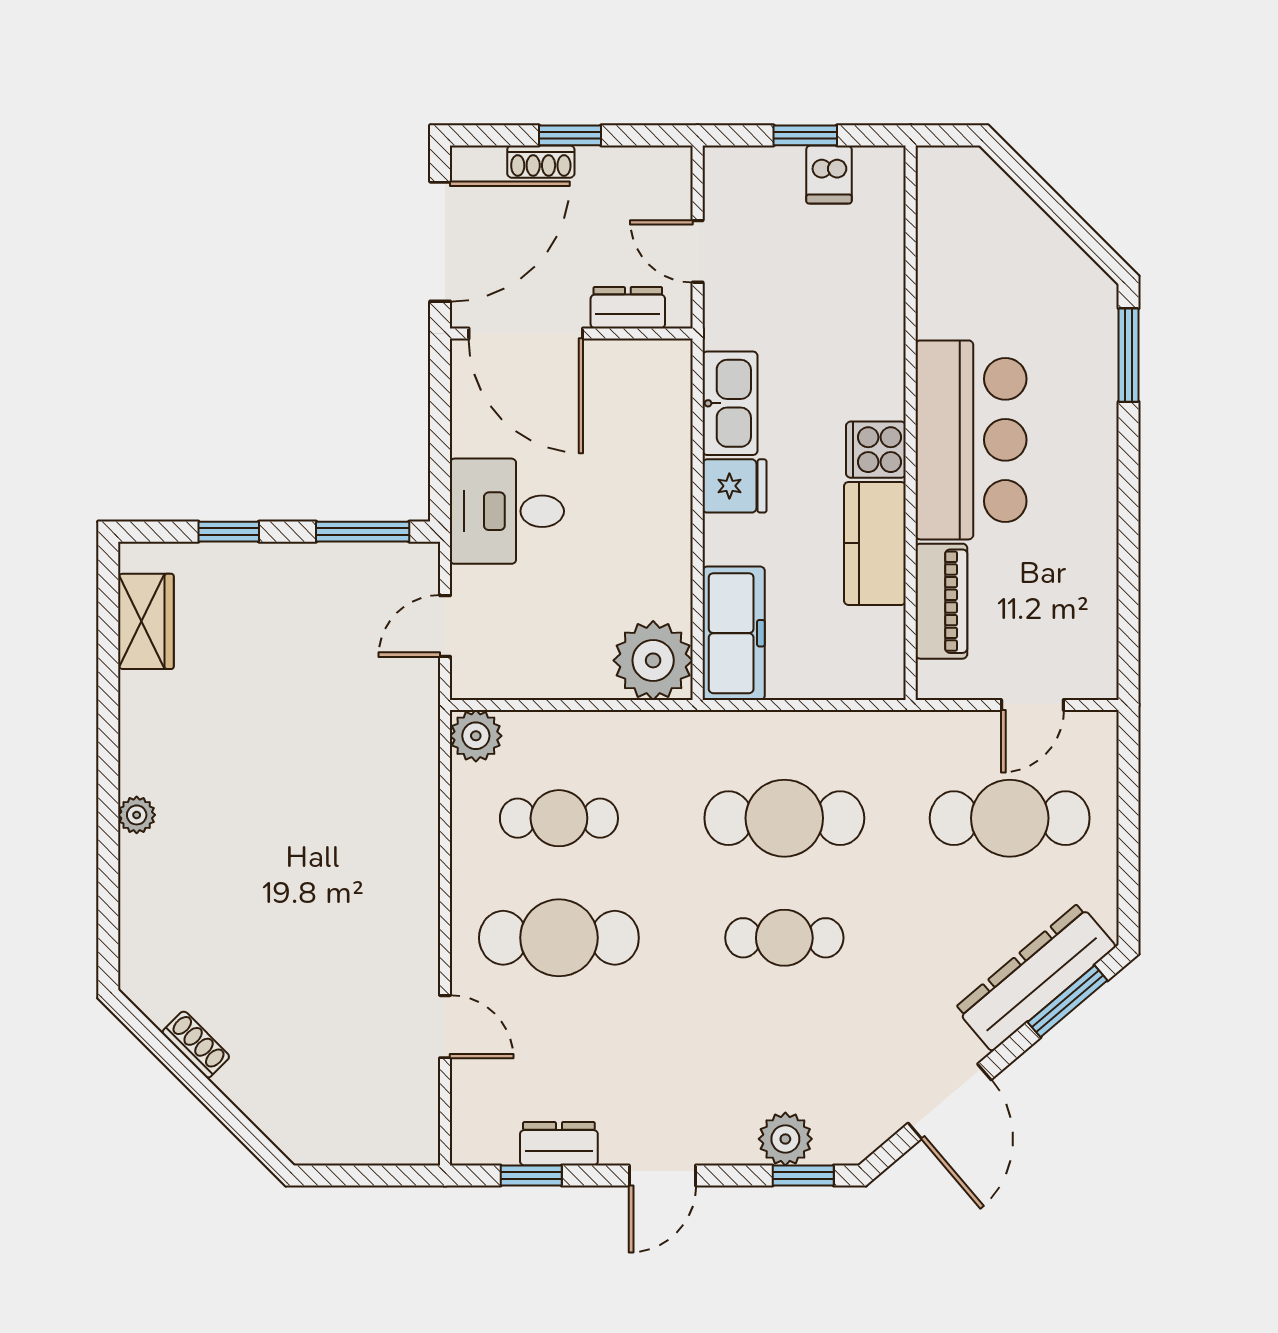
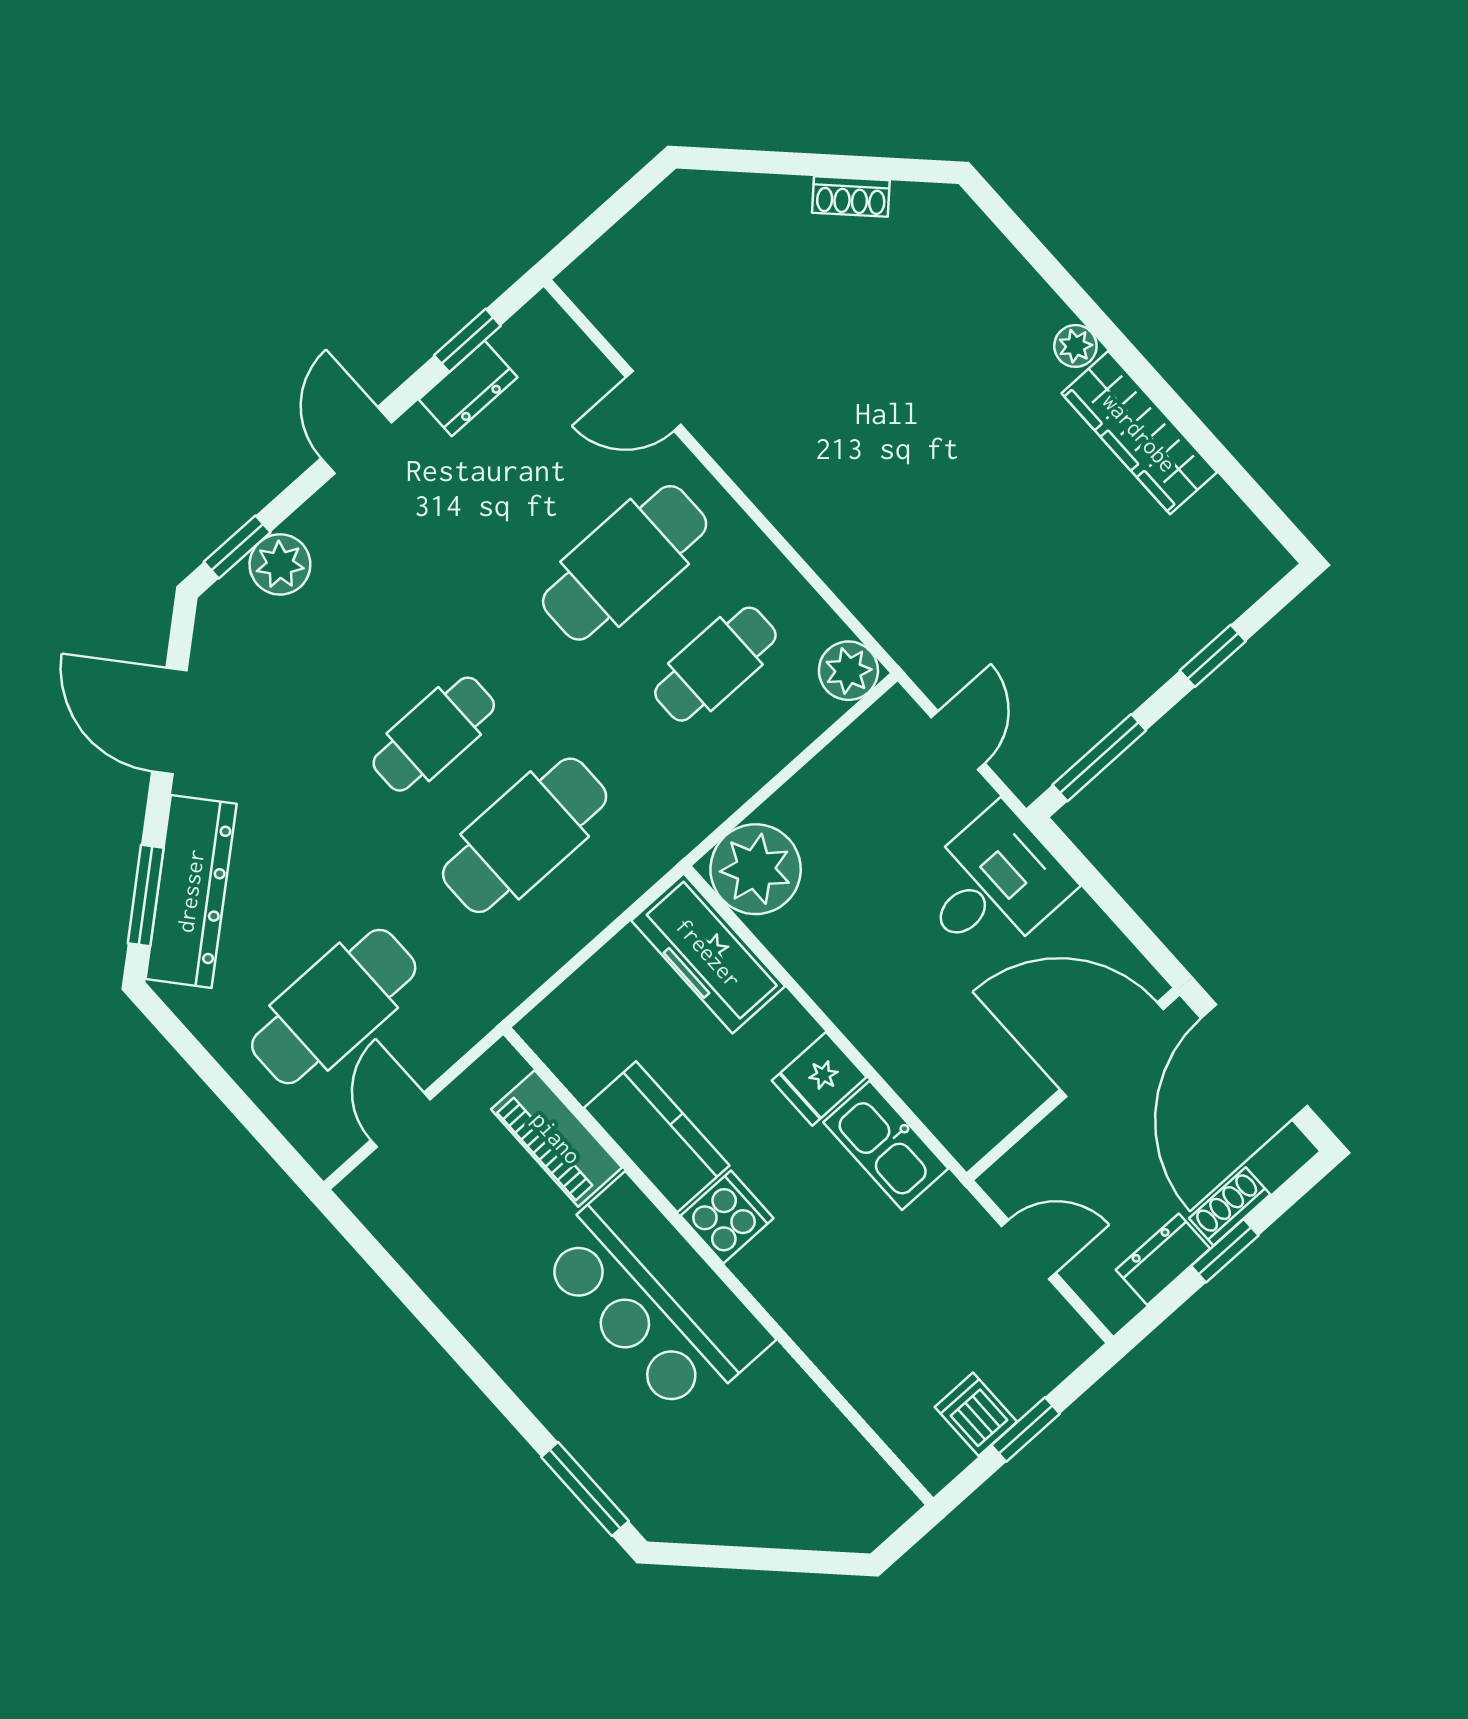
dresser: (628, 308) -> (1163, 1259), moved, turned 180
wardrobe: (146, 621) -> (1139, 433), moved, width x1.50

